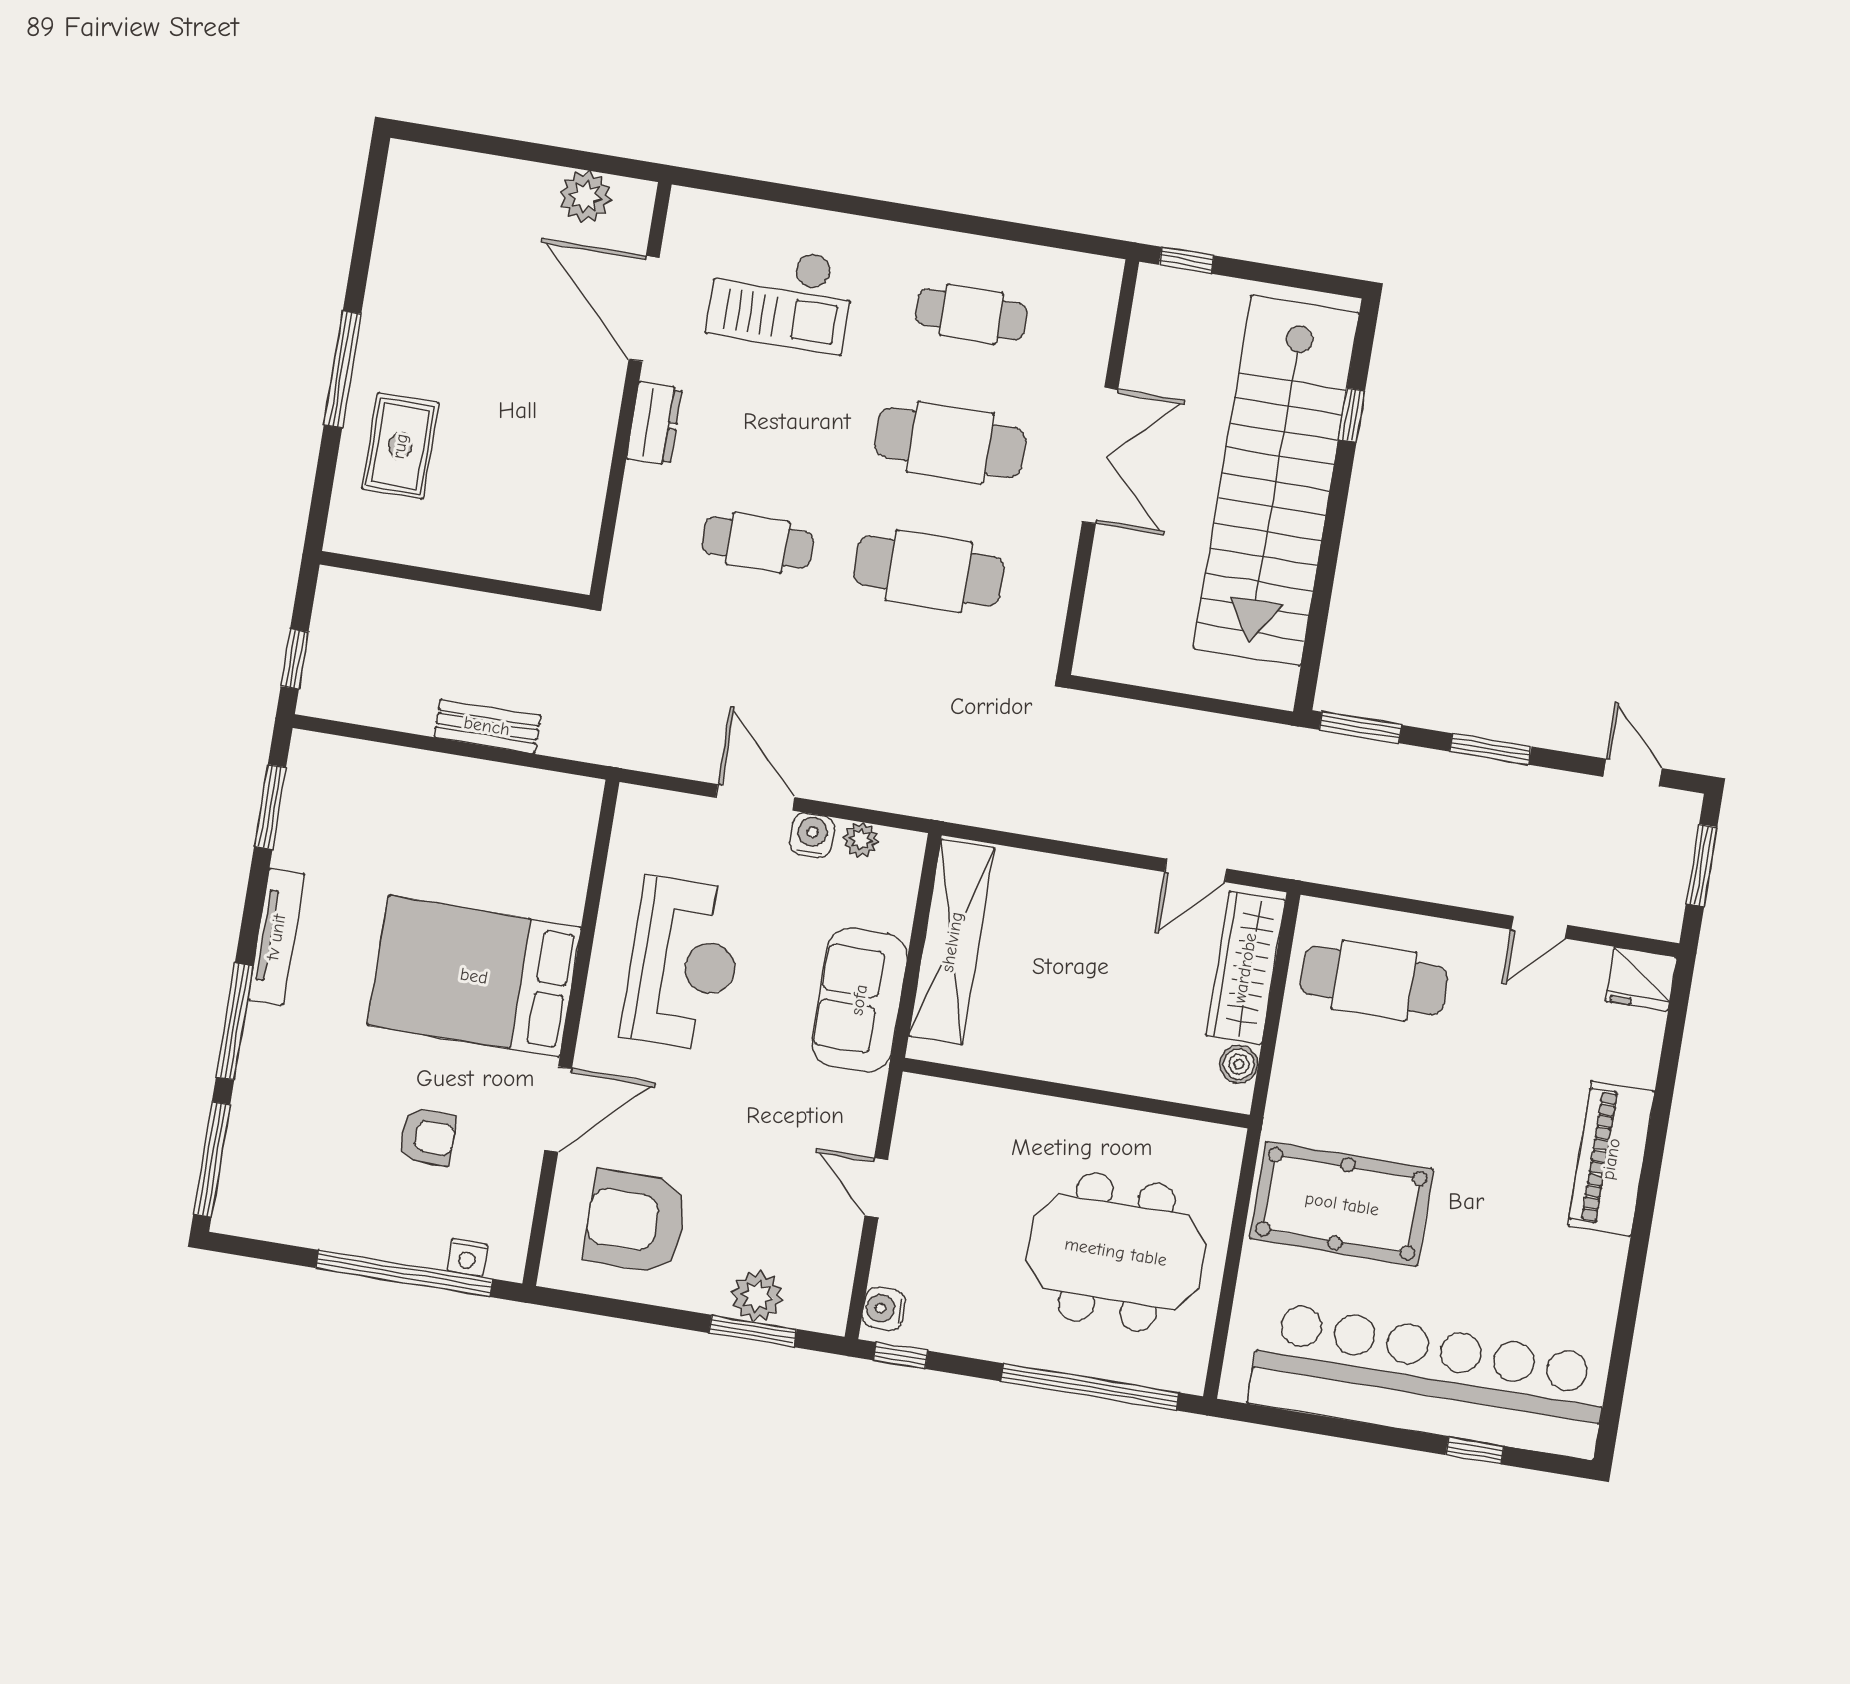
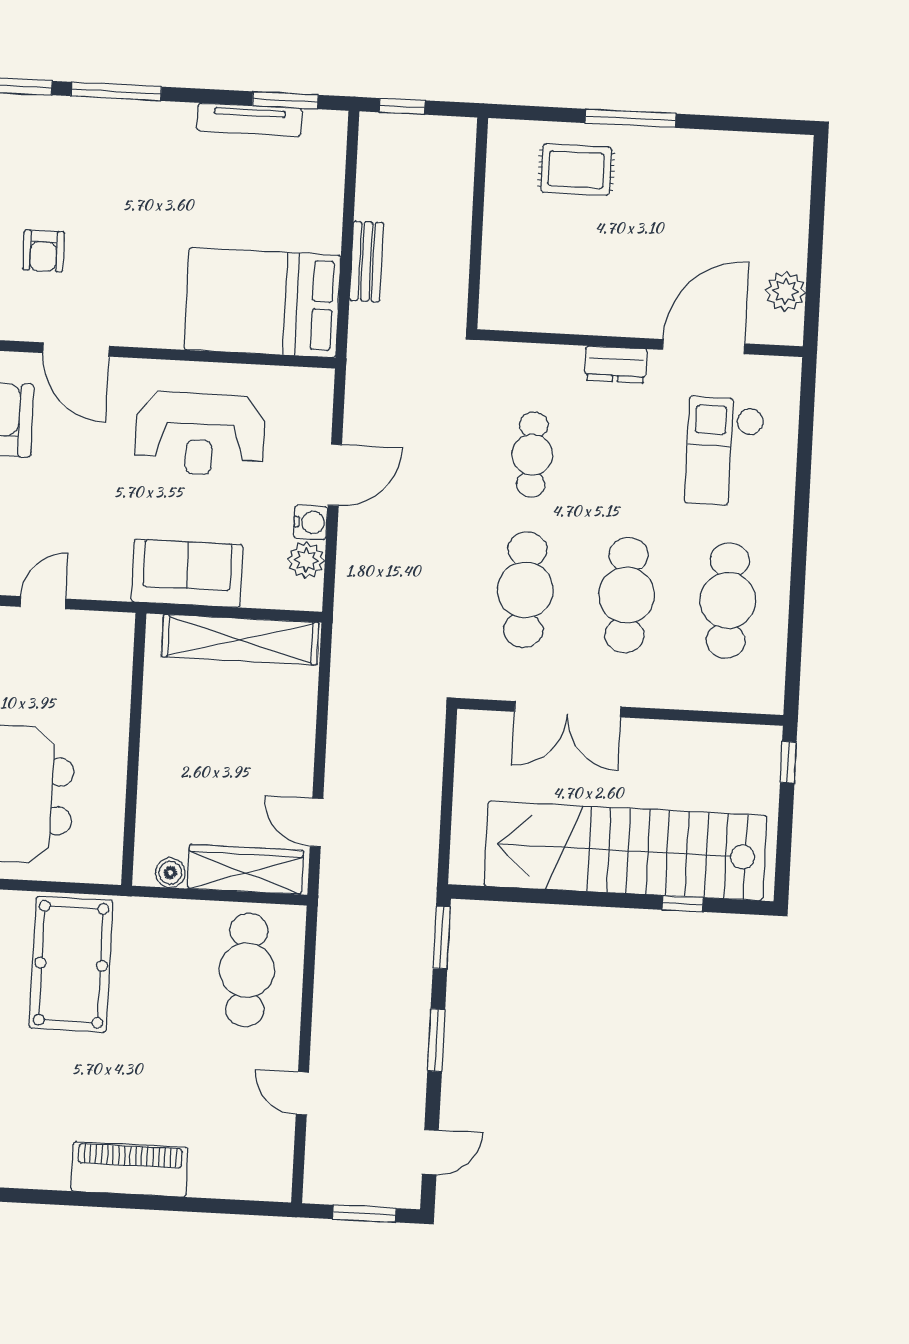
cafe table: (971, 314) -> (728, 600), width x1.37, depth x1.35
double door: (1100, 455) -> (568, 709), moved
plant: (861, 840) -> (306, 560), width x1.38, depth x1.38
tv unit: (276, 937) -> (249, 120), moved
bed: (474, 976) -> (262, 302), moved, turned -90
fridge: (1641, 979) -> (271, 1177), removed

